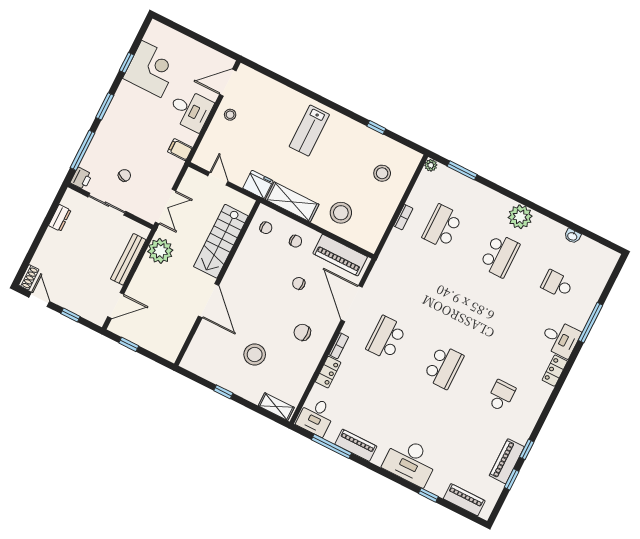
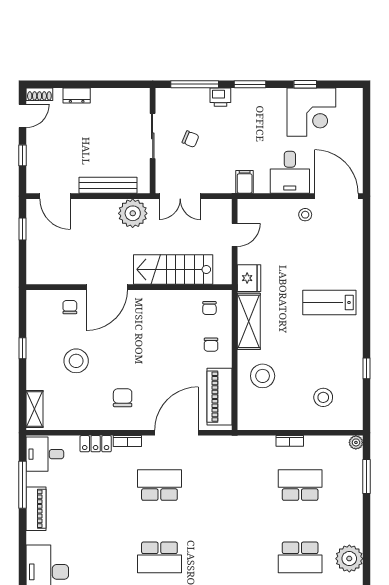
door: (228, 83) -> (336, 196), width x1.36
printer: (81, 178) -> (220, 97), moved
dresser: (60, 218) -> (77, 95), moved
chair: (299, 283) -> (70, 307), moved

